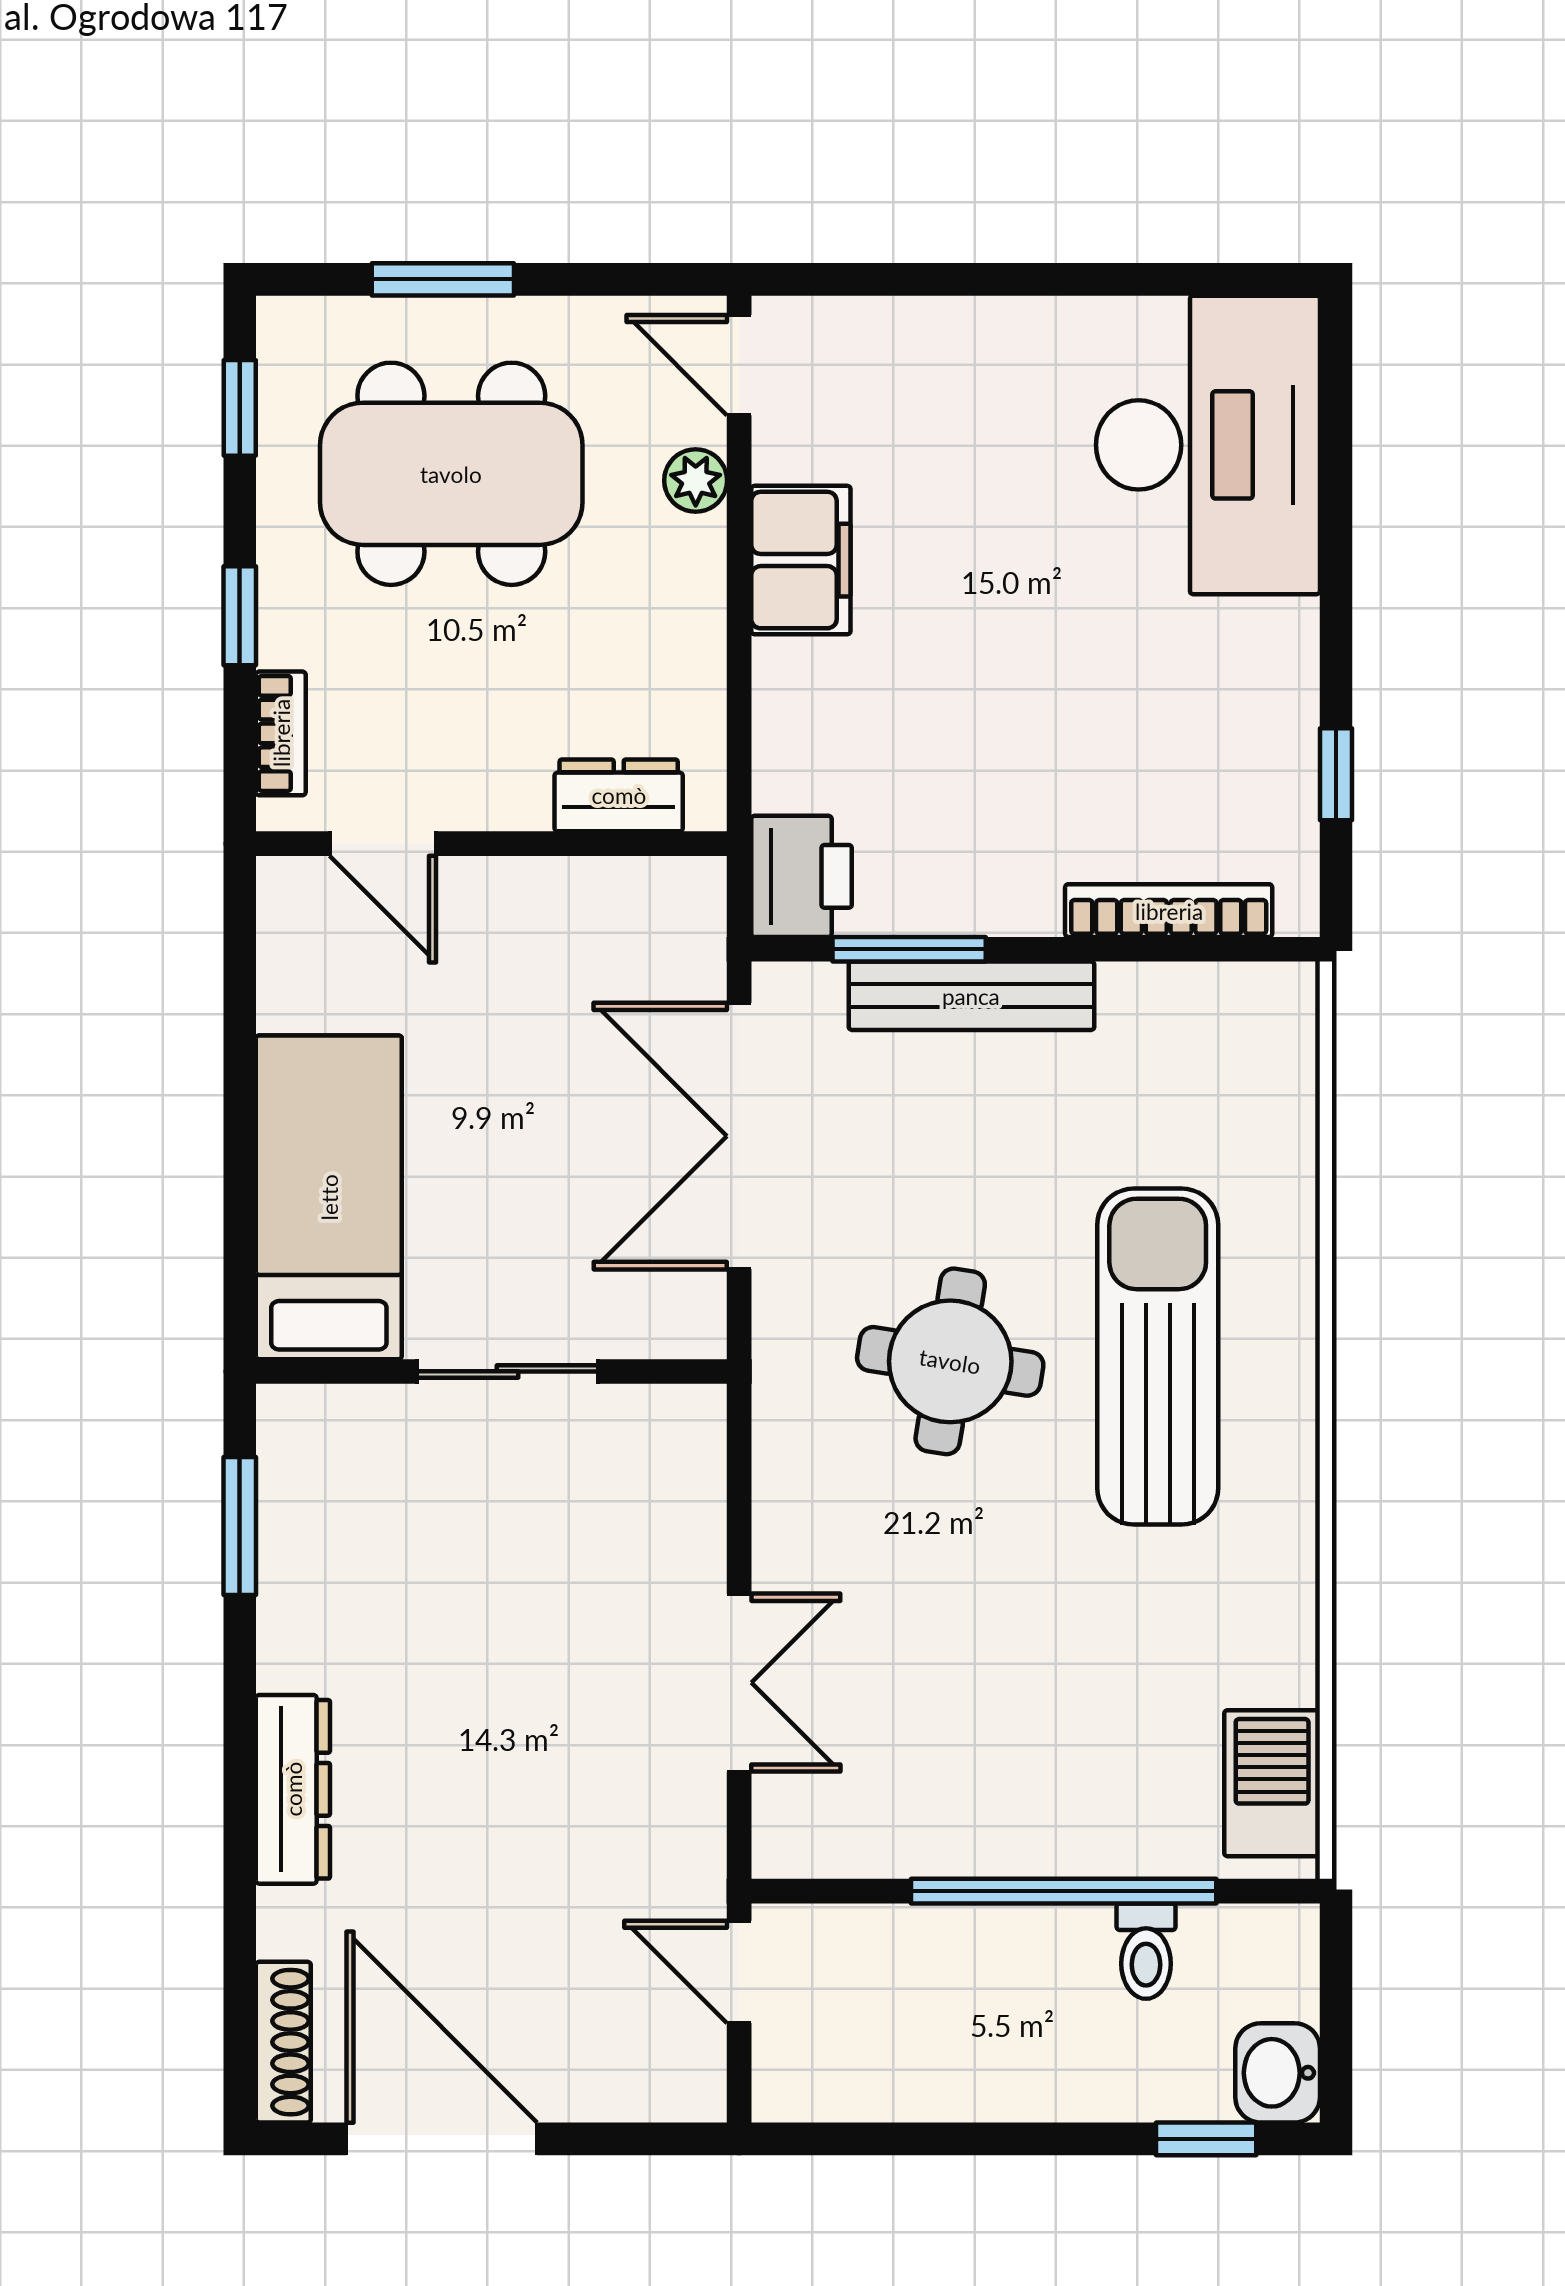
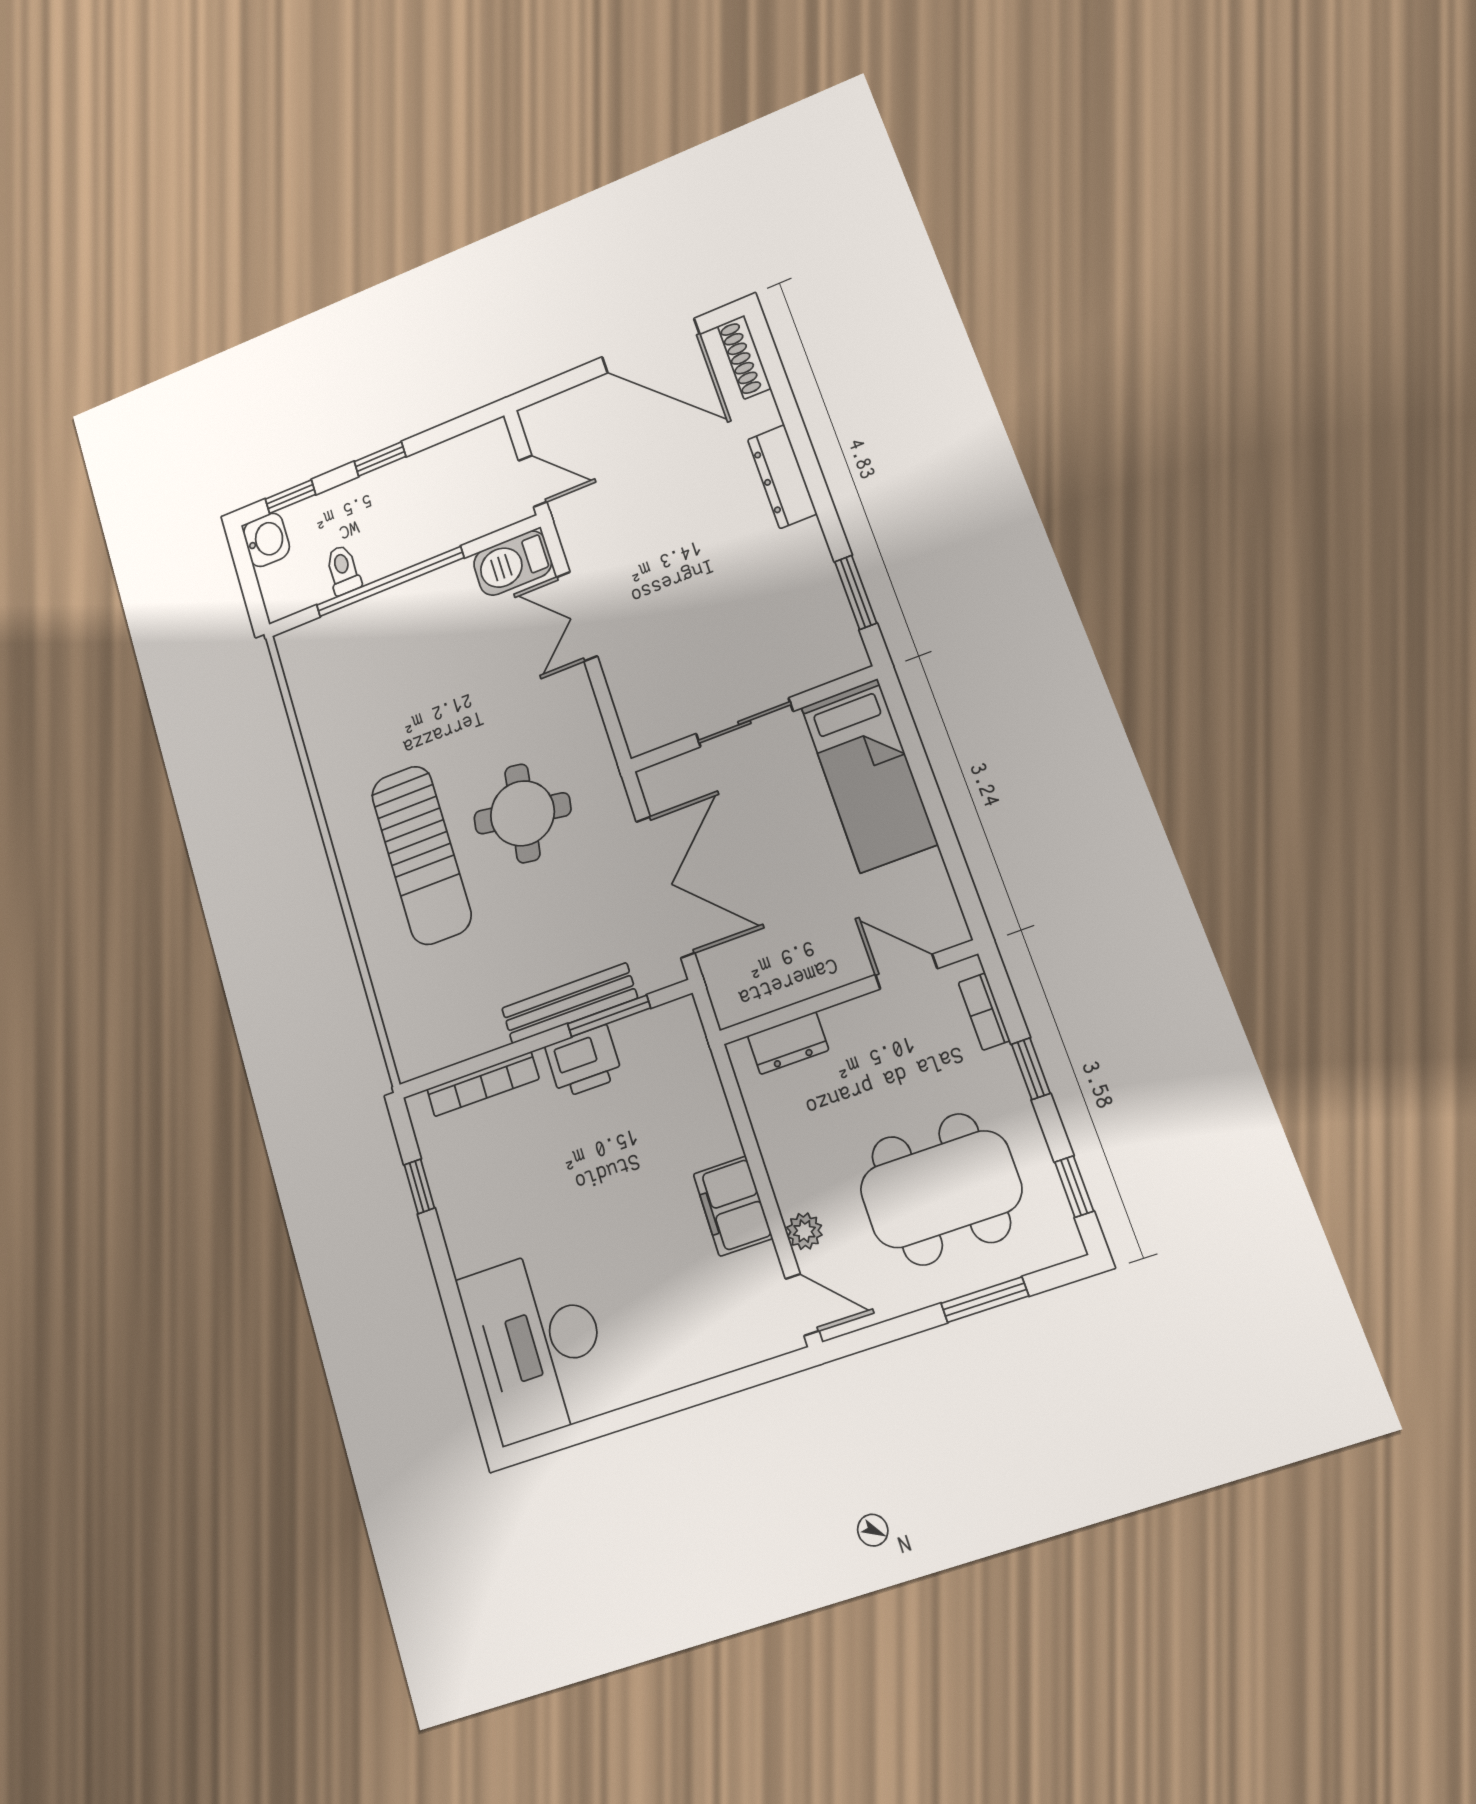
printer: (802, 876) -> (584, 1062), moved, turned -90
barbecue: (1272, 1783) -> (513, 563), moved, turned 90
window: (1011, 2139) -> (380, 459), added

